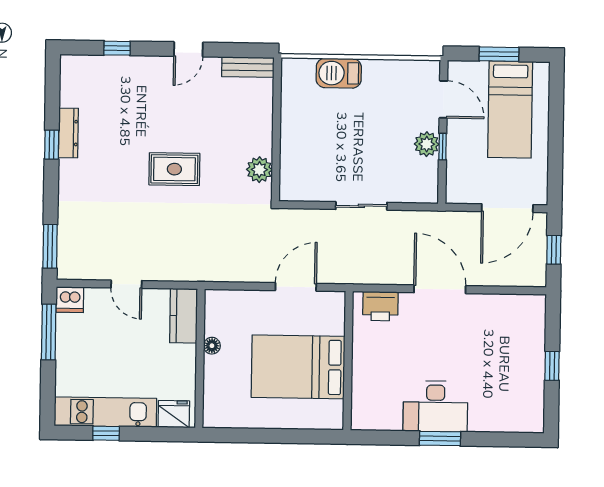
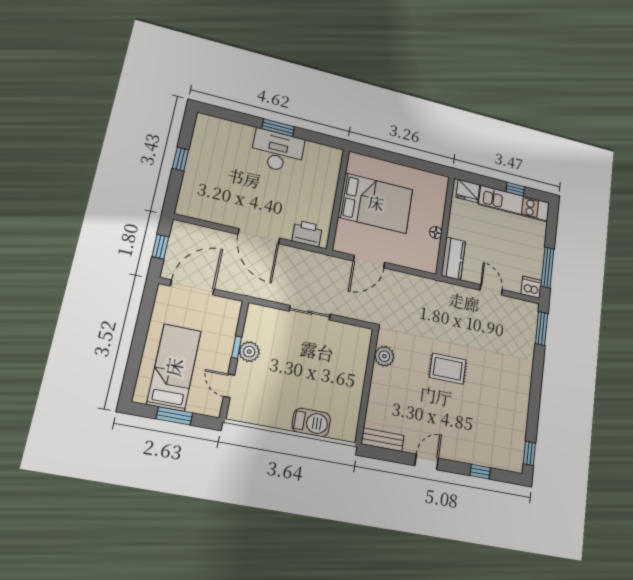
door: (443, 99) -> (229, 386), width x0.73
dresser: (68, 133) -> (522, 411), removed
window: (52, 145) -> (529, 453), moved

